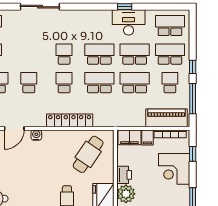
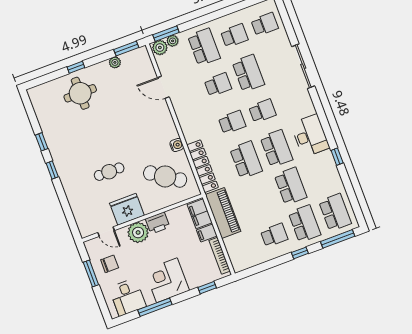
desk: (129, 22) -> (310, 136), moved
school desk: (135, 83) -> (248, 73), moved
window: (193, 99) -> (338, 239), moved
piano: (166, 118) -> (223, 213), moved
locker: (70, 120) -> (203, 166), moved
water cooler: (36, 135) -> (177, 145), moved
corner desk: (174, 169) -> (167, 280), moved

